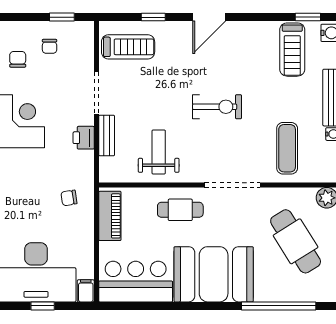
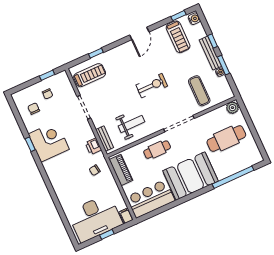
door: (209, 17) -> (139, 33), moved
bench: (107, 135) -> (105, 139), moved
printer: (84, 138) -> (93, 146), moved
weight bench: (159, 152) -> (132, 124), turned 90
cafe table: (296, 241) -> (226, 139), turned -58

